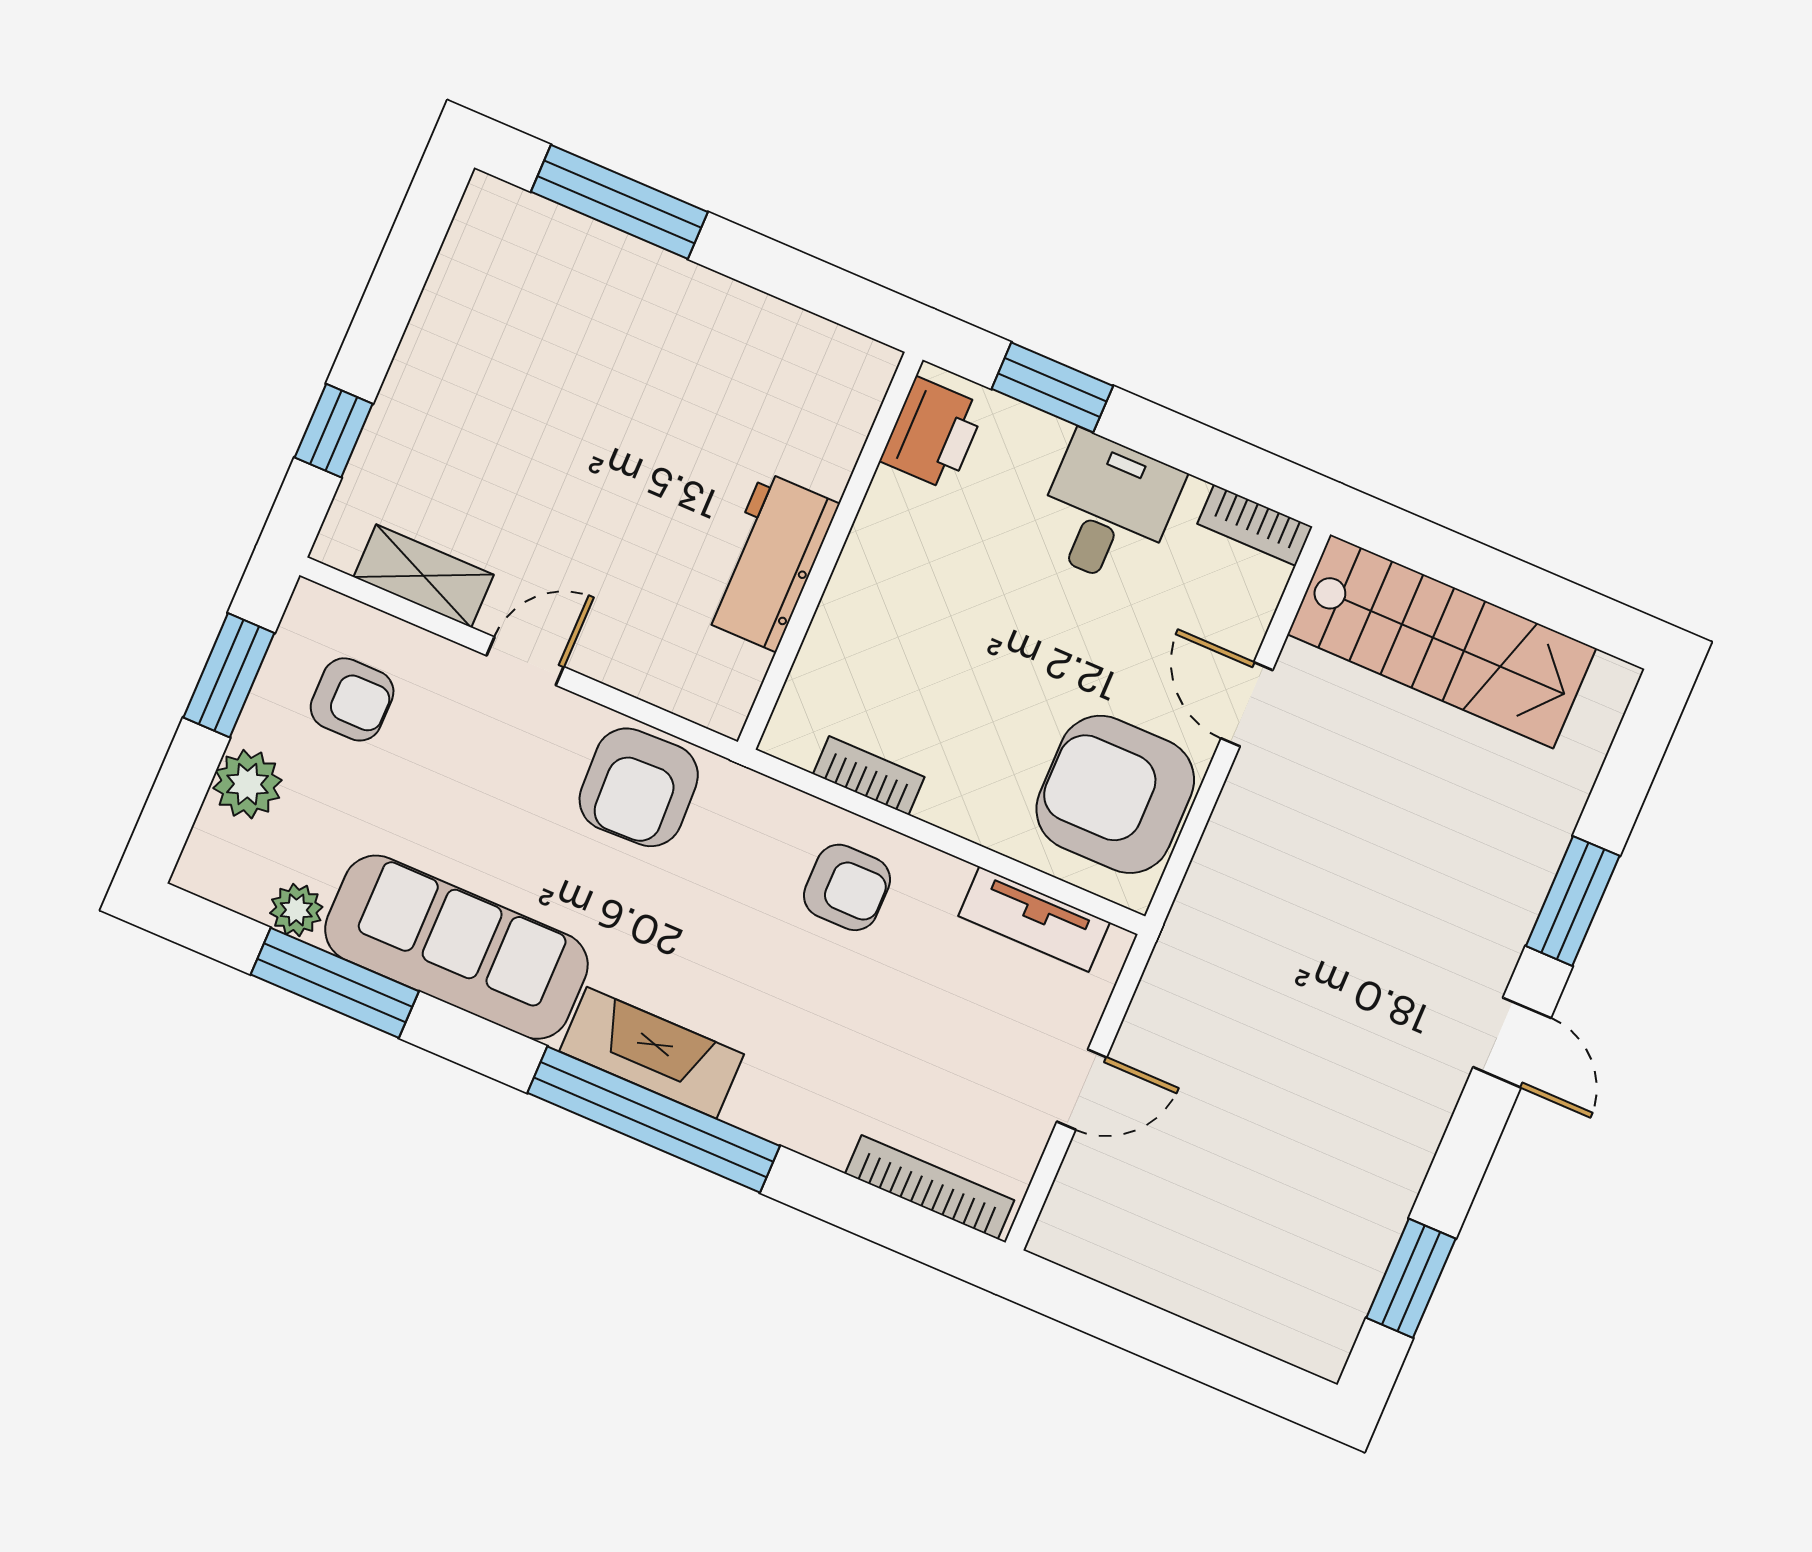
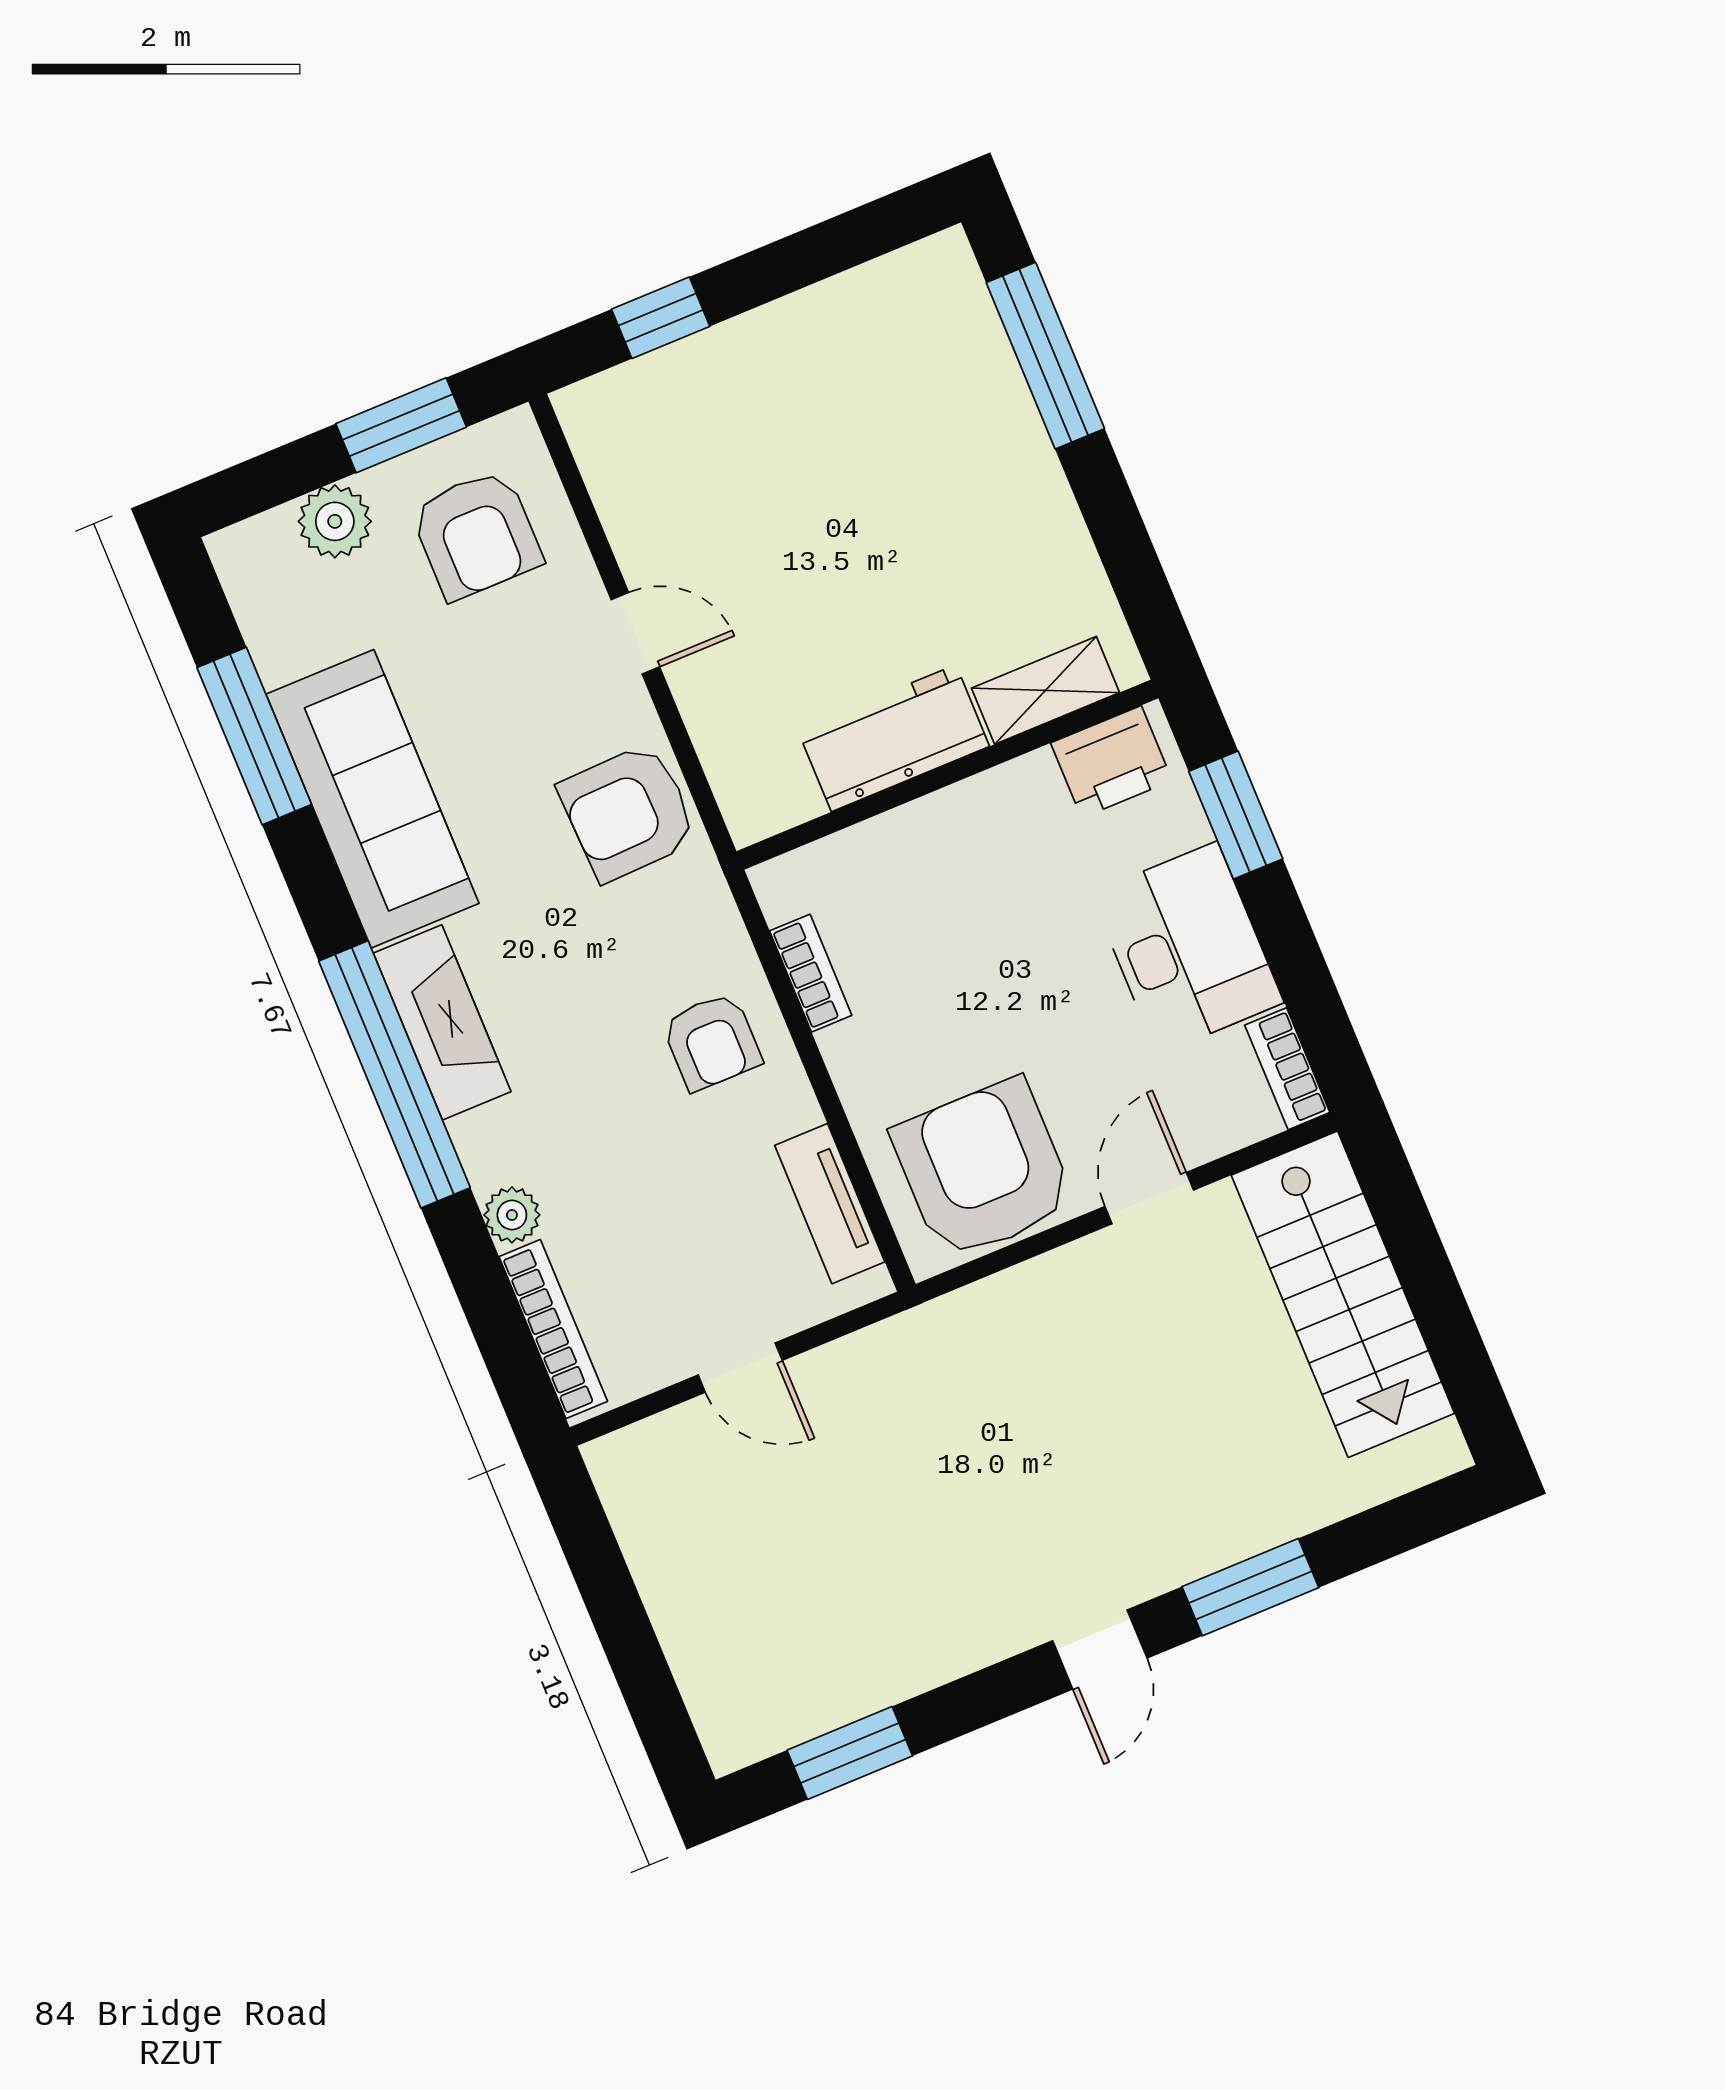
desk: (1107, 510) -> (1187, 948), width x1.37
shelving: (424, 576) -> (1046, 690), moved, turned 90
armchair: (352, 699) -> (476, 535), width x1.38, depth x1.38
plant: (296, 910) -> (512, 1215), moved

